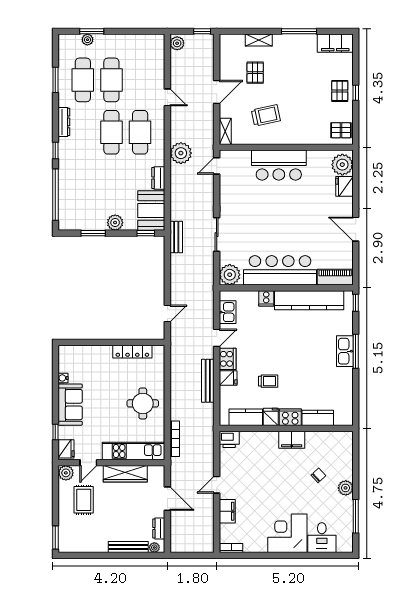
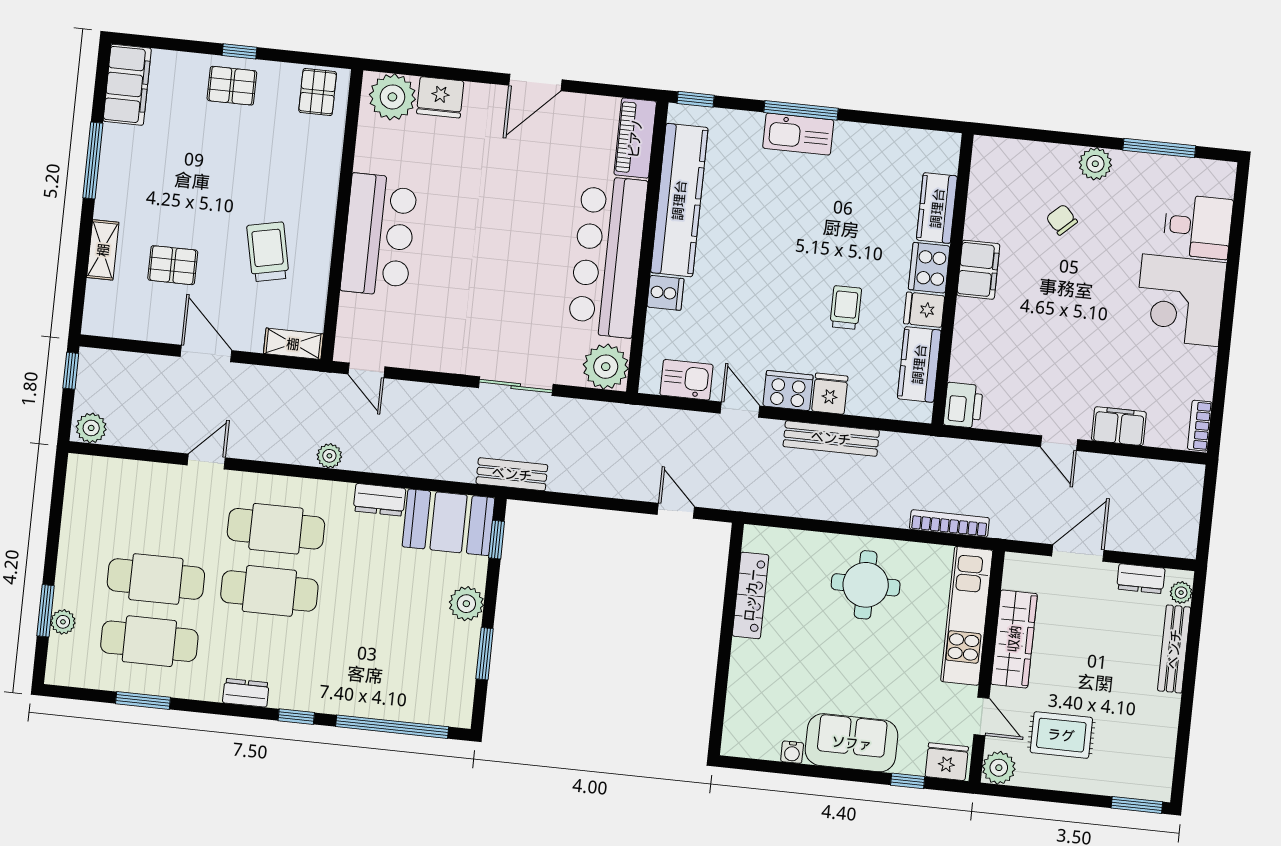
dresser: (64, 122) -> (246, 693), width x0.70
plant: (181, 153) -> (329, 456), width x0.53, depth x0.53

